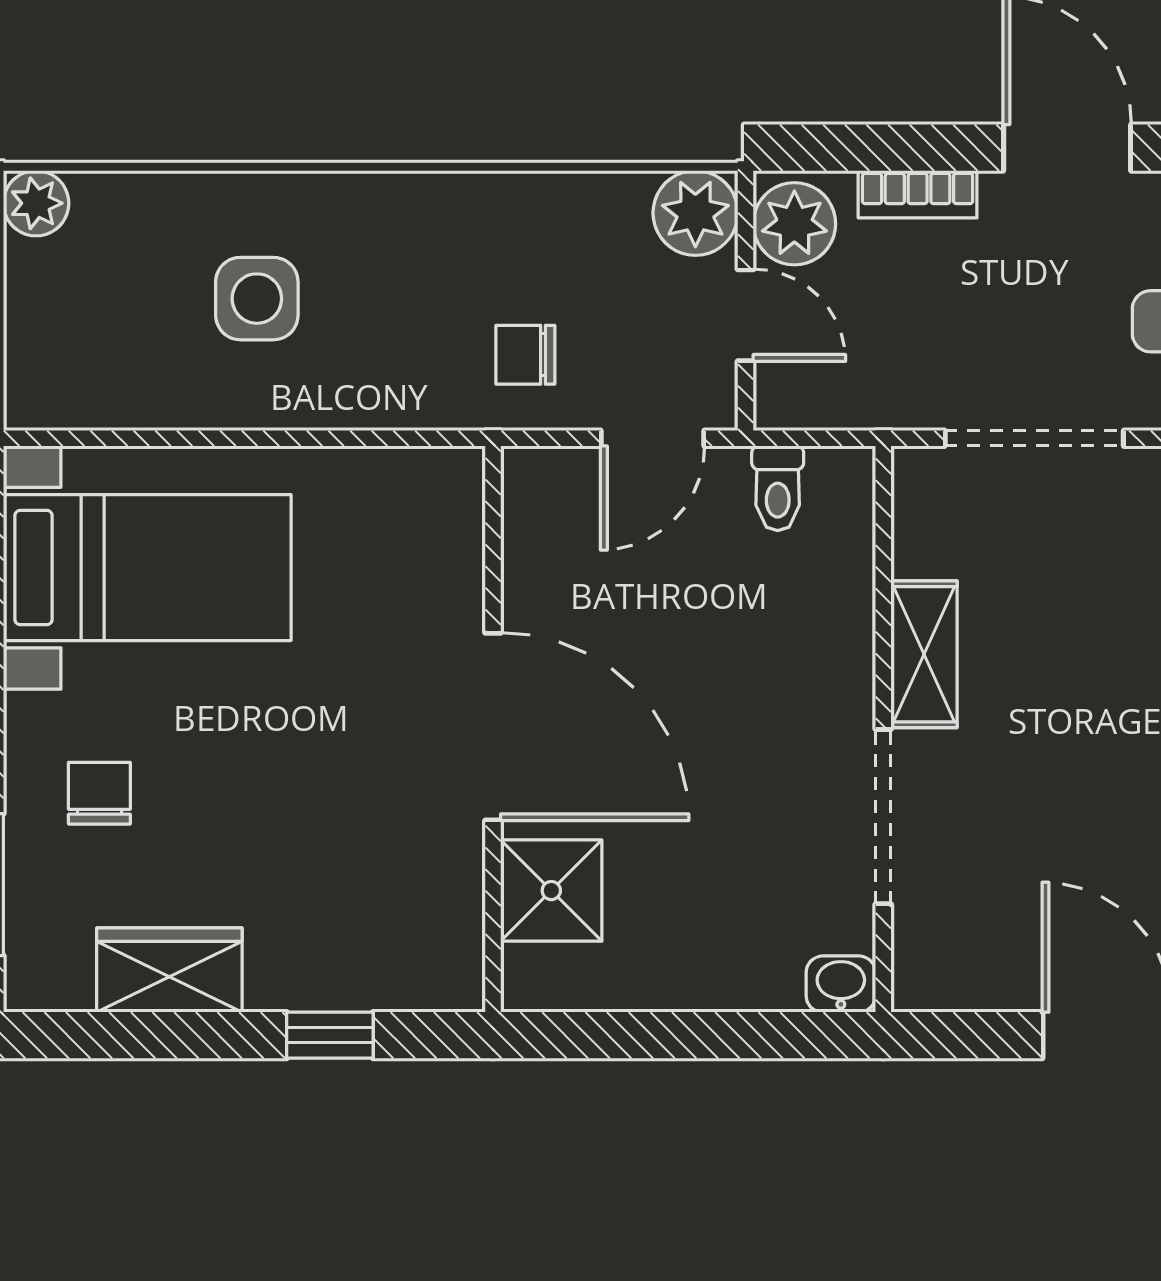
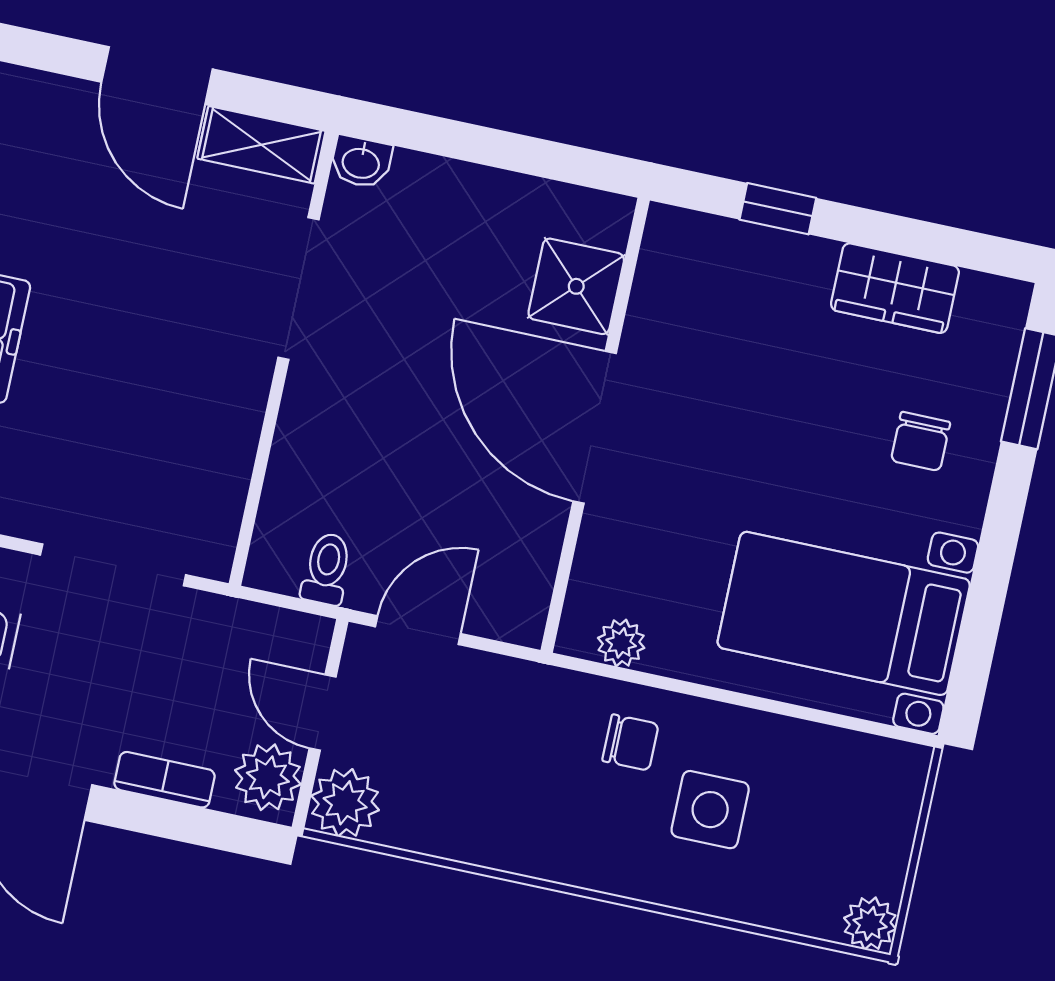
chair: (525, 355) -> (630, 742), moved
plant: (406, 475) -> (621, 643), added
shelving: (924, 654) -> (261, 145), moved, turned 90

